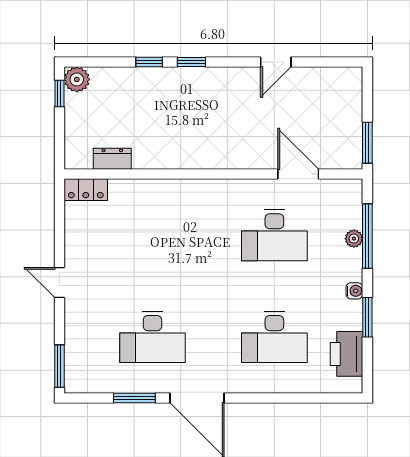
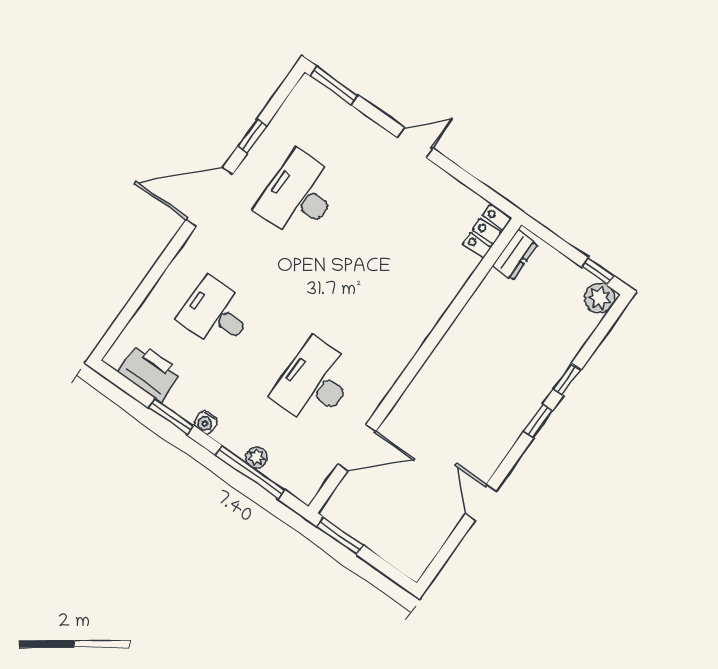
dresser: (112, 159) -> (515, 255), moved
desk: (274, 337) -> (216, 313), width x0.73
window: (134, 398) -> (252, 136), width x0.67

